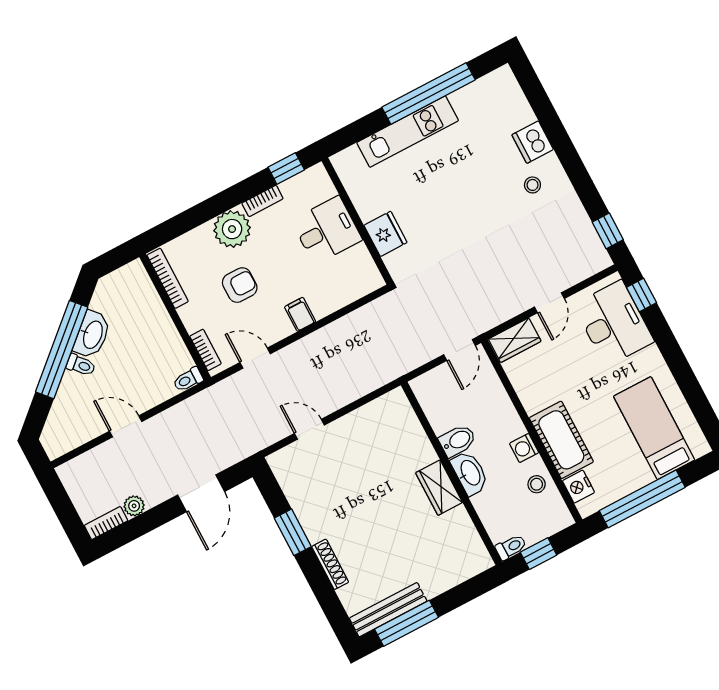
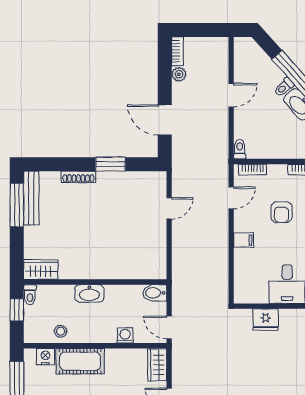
bidet: (458, 441) -> (155, 293), moved, turned 90
washing machine: (524, 448) -> (125, 335), moved
wardrobe: (439, 488) -> (41, 270), moved

